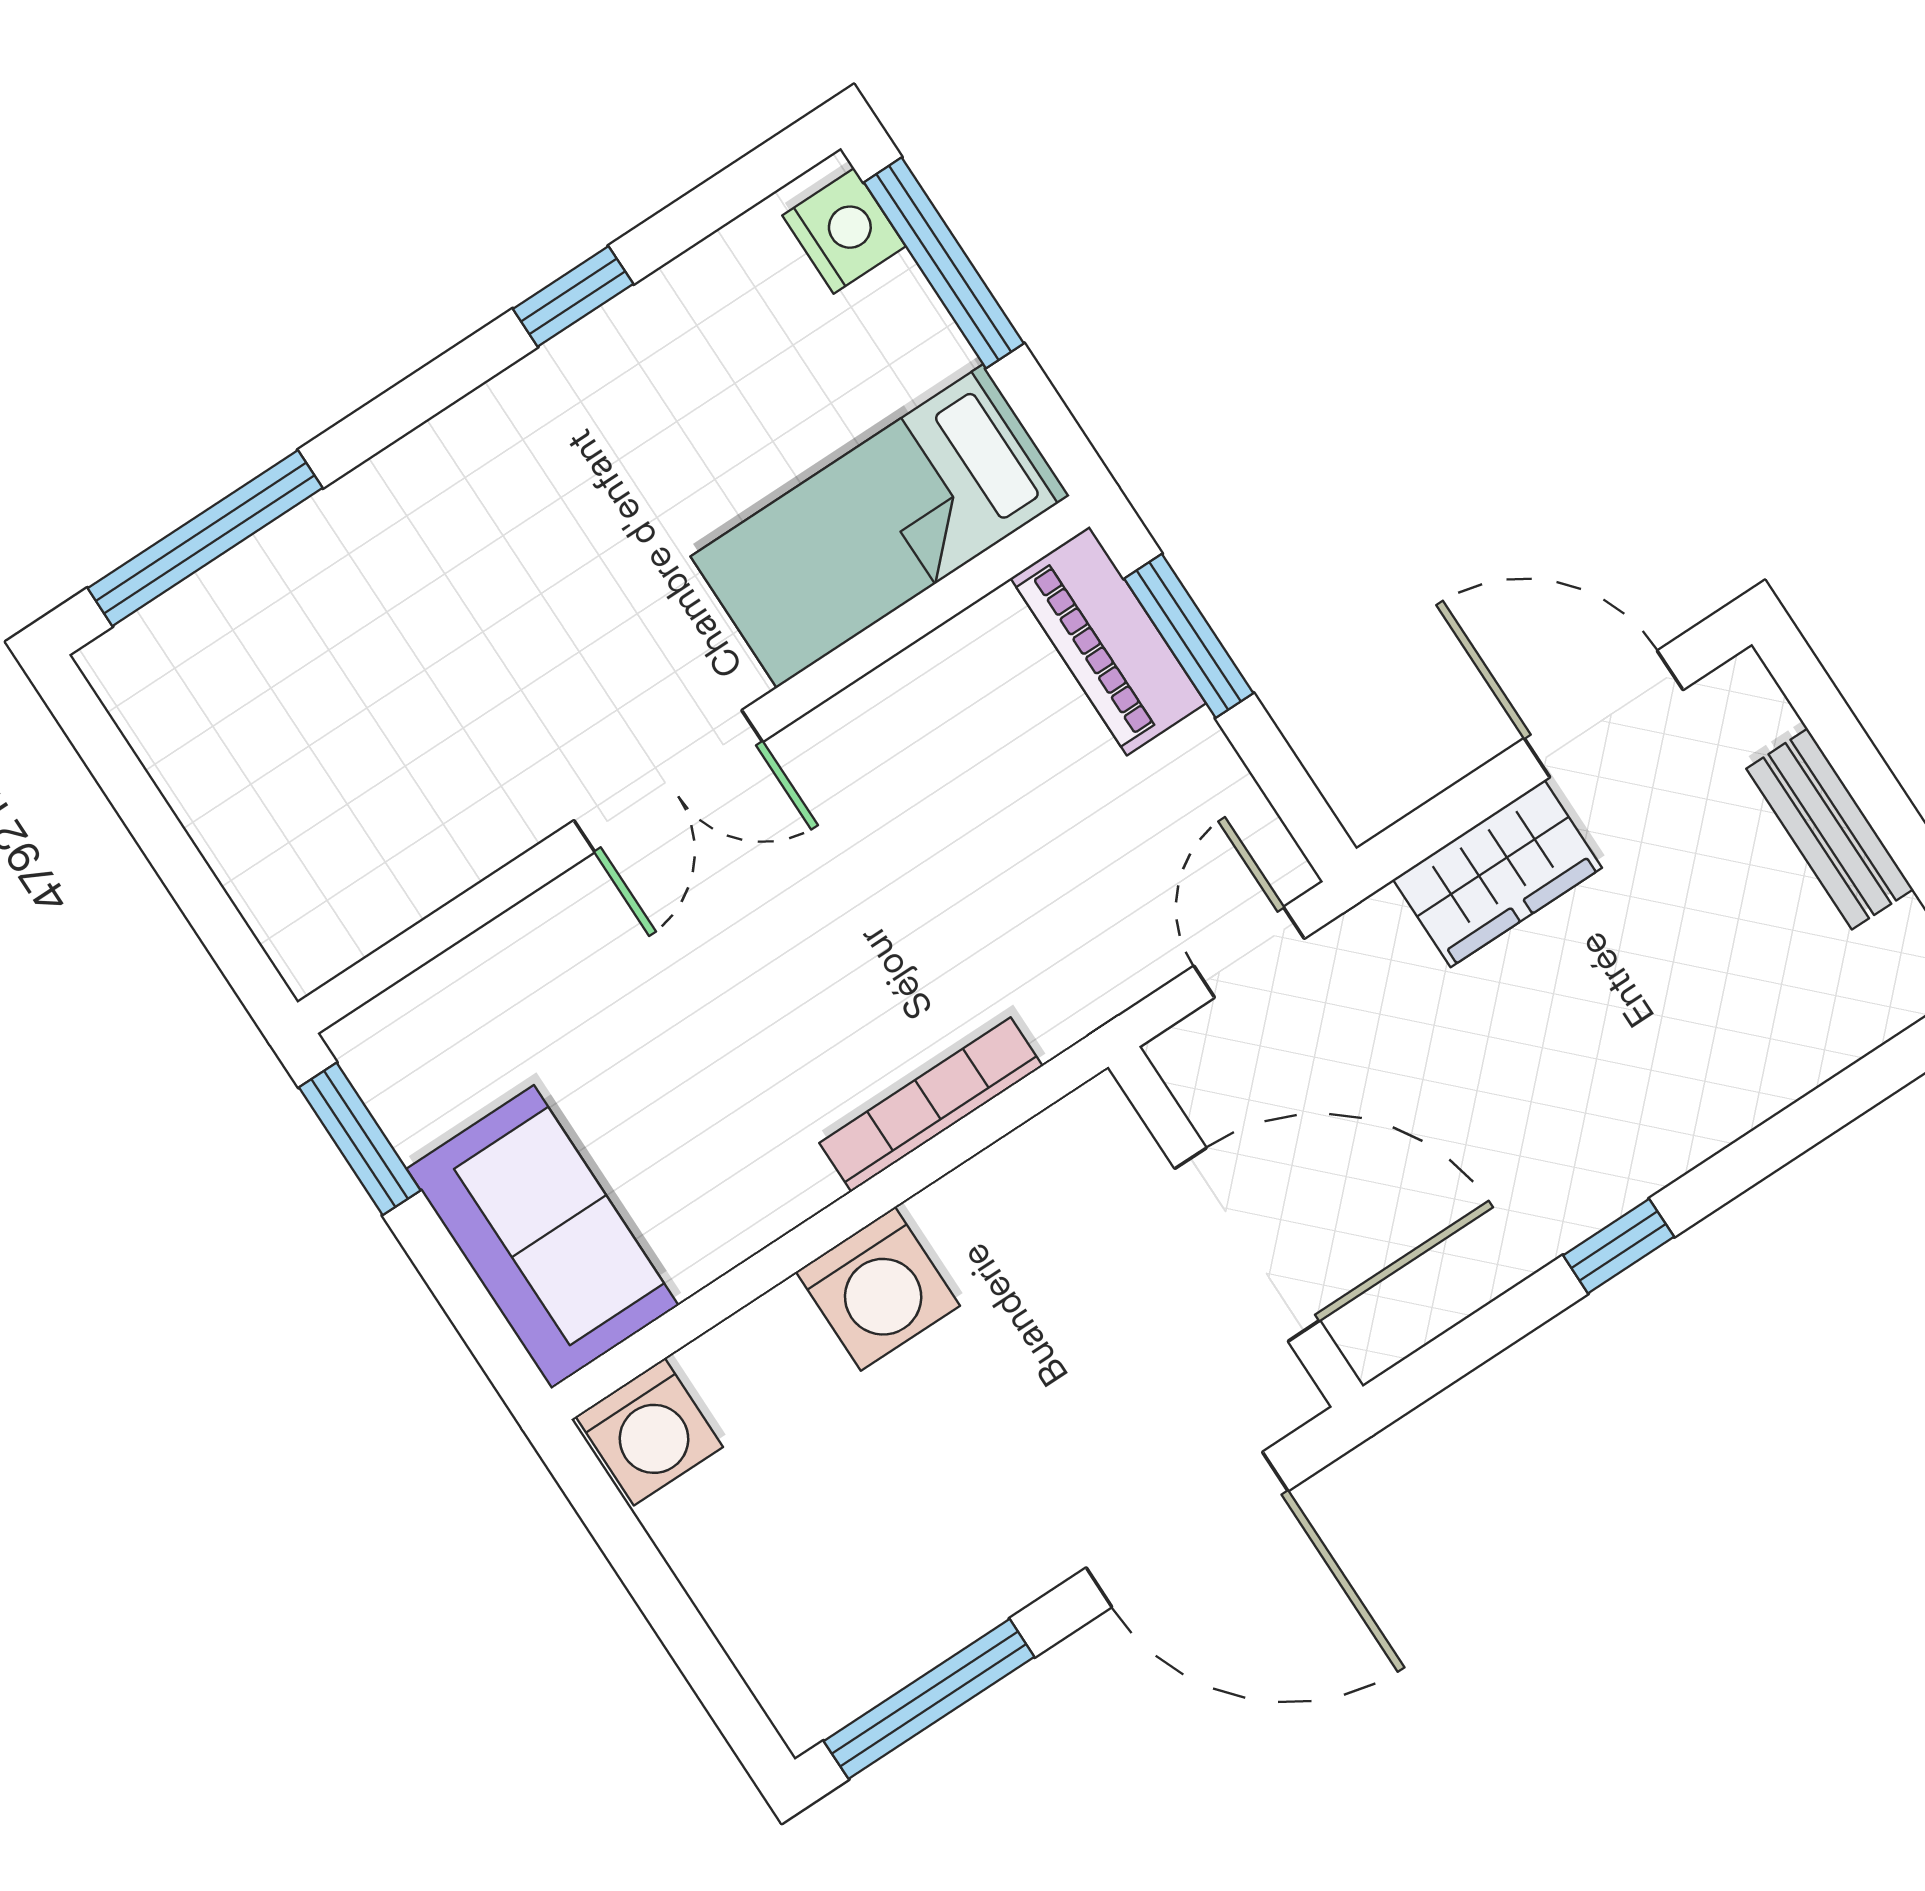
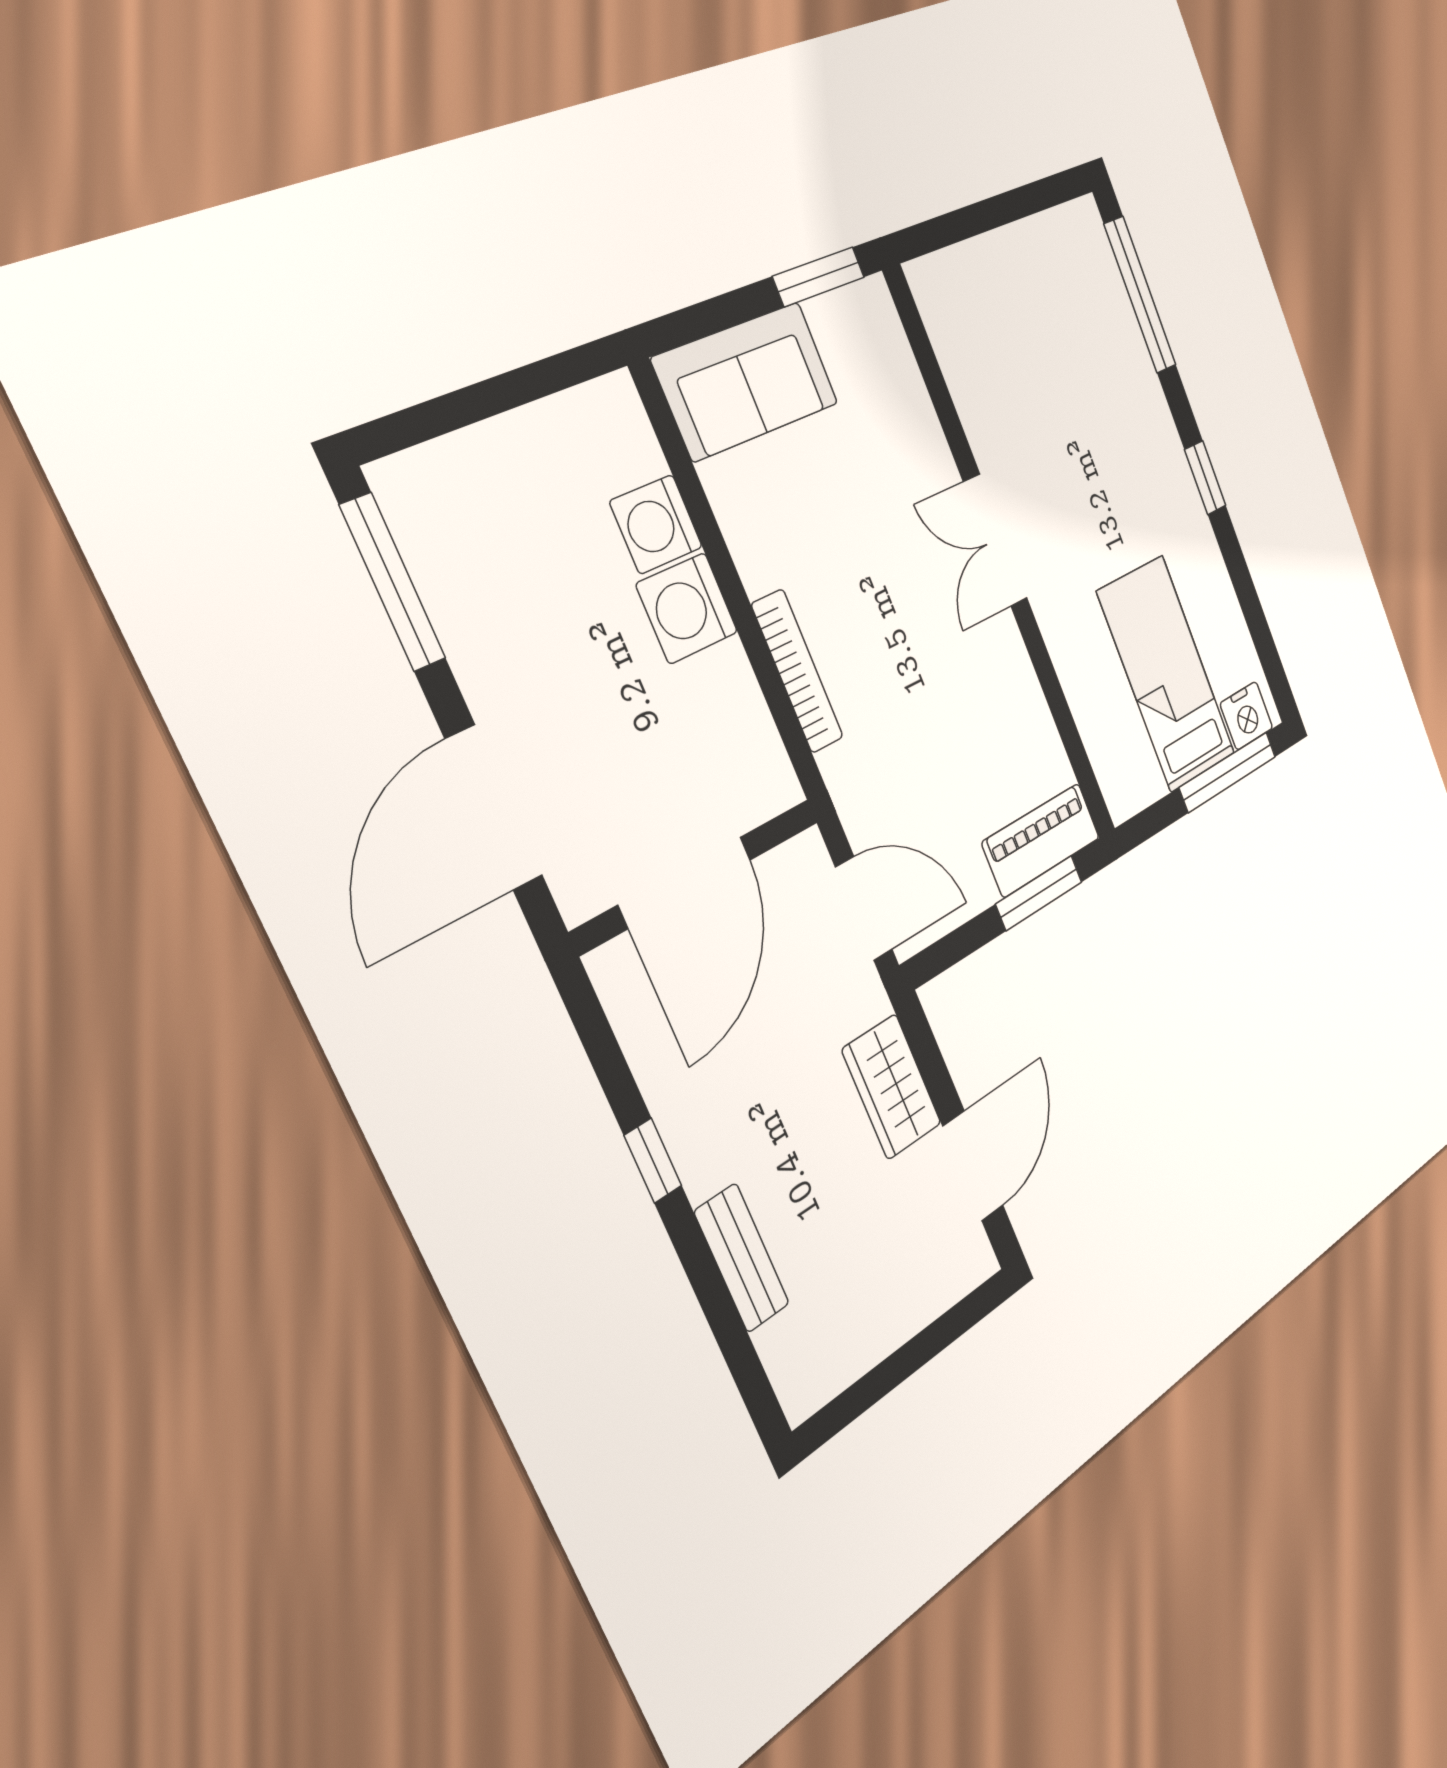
window: (573, 296) -> (1205, 478), moved
bed: (880, 526) -> (1167, 674), moved
bench: (1830, 829) -> (742, 1258), moved, turned 90
door: (1249, 952) -> (864, 908), width x1.37
washing machine: (649, 1432) -> (656, 524), moved

